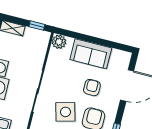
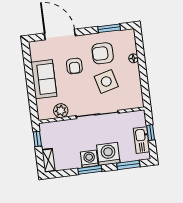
plant: (59, 42) -> (61, 111), moved
armchair: (92, 88) -> (74, 66), turned -90

